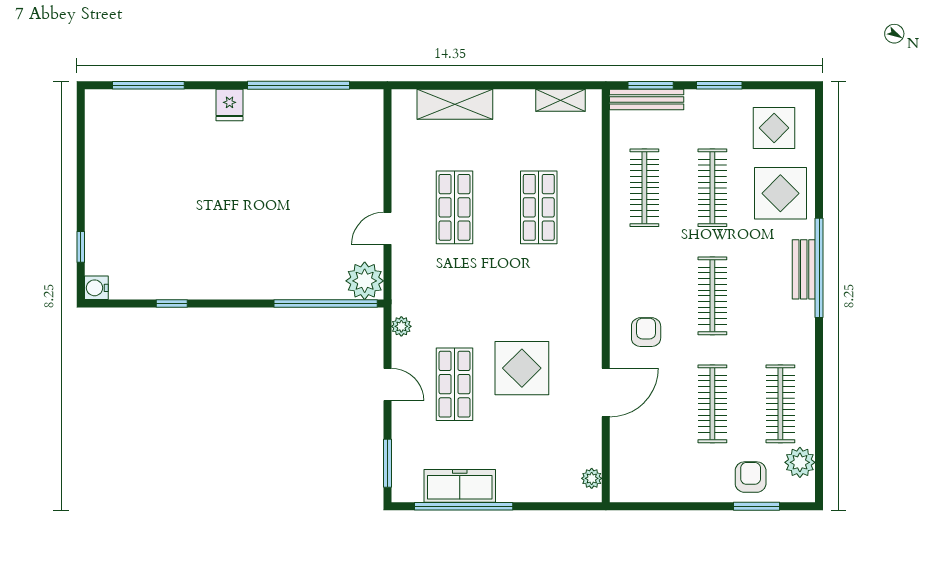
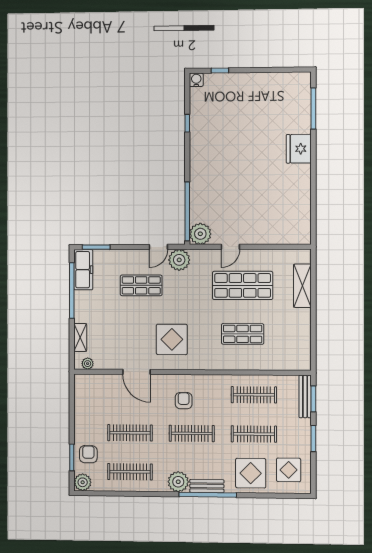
window: (299, 85) -> (313, 195), removed
shelving: (561, 100) -> (80, 337), moved
fridge: (230, 105) -> (299, 149), width x1.88, depth x1.34
shop shelf: (455, 207) -> (243, 285), width x1.43, depth x1.36
door: (387, 228) -> (230, 247), swing flipped
plant: (797, 319) -> (178, 482), added
plant: (401, 326) -> (179, 260), width x1.87, depth x1.87
armchair: (646, 332) -> (184, 401), moved, turned -90
display table: (522, 368) -> (172, 339), moved
door: (387, 384) -> (158, 247), moved
plant: (800, 462) -> (83, 482), moved
armchair: (751, 477) -> (88, 454), turned -90
freezer: (460, 486) -> (83, 270), moved

